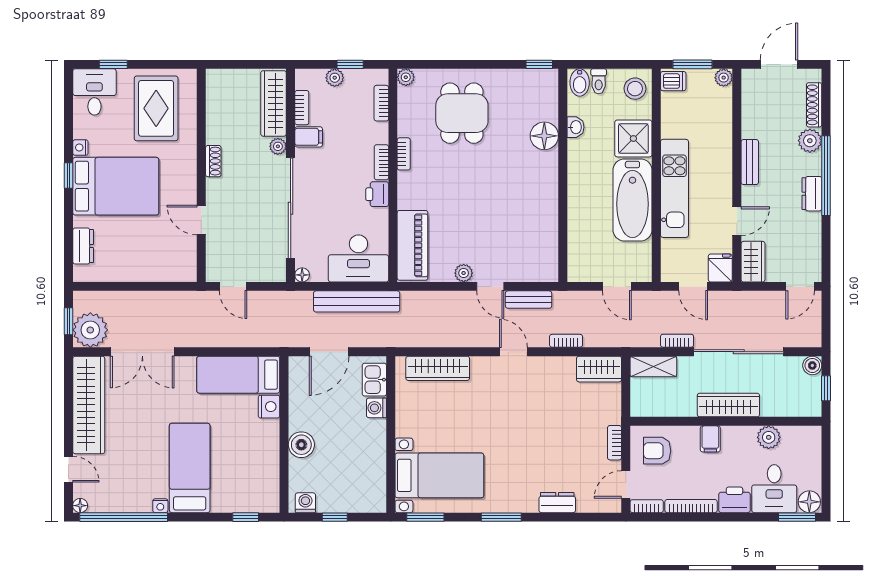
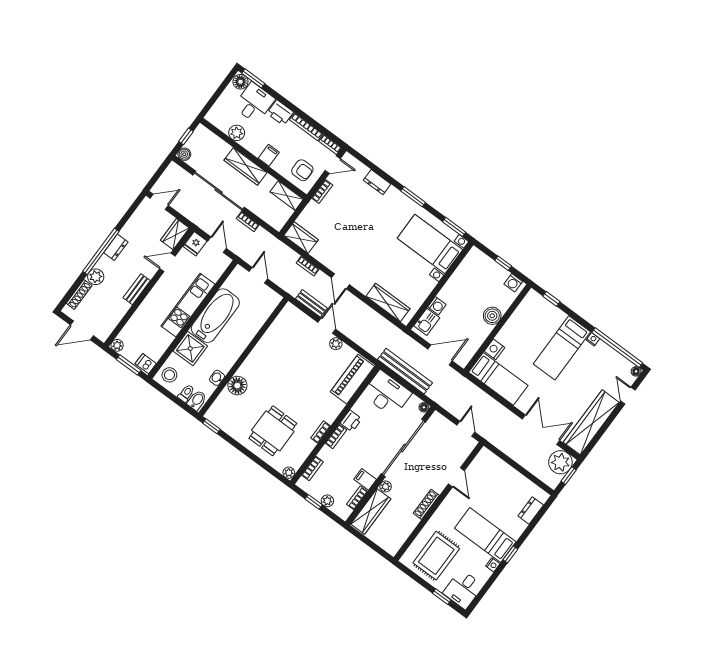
shoe rack: (213, 161) -> (426, 504), width x1.43
bed: (116, 186) -> (485, 535), width x0.67
shelving: (653, 366) -> (287, 196), moved

